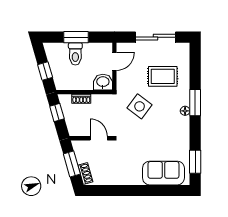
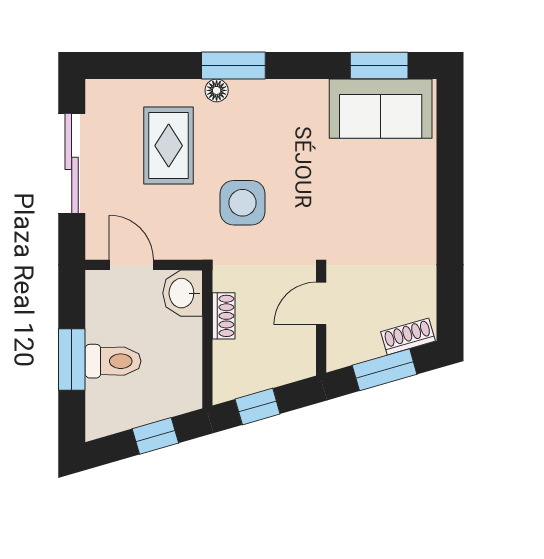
shoe rack: (81, 99) -> (224, 316), moved
side table: (140, 106) -> (243, 203), turned -37
floor lamp: (185, 111) -> (217, 90), moved
sofa: (163, 173) -> (381, 109), moved, turned -90

